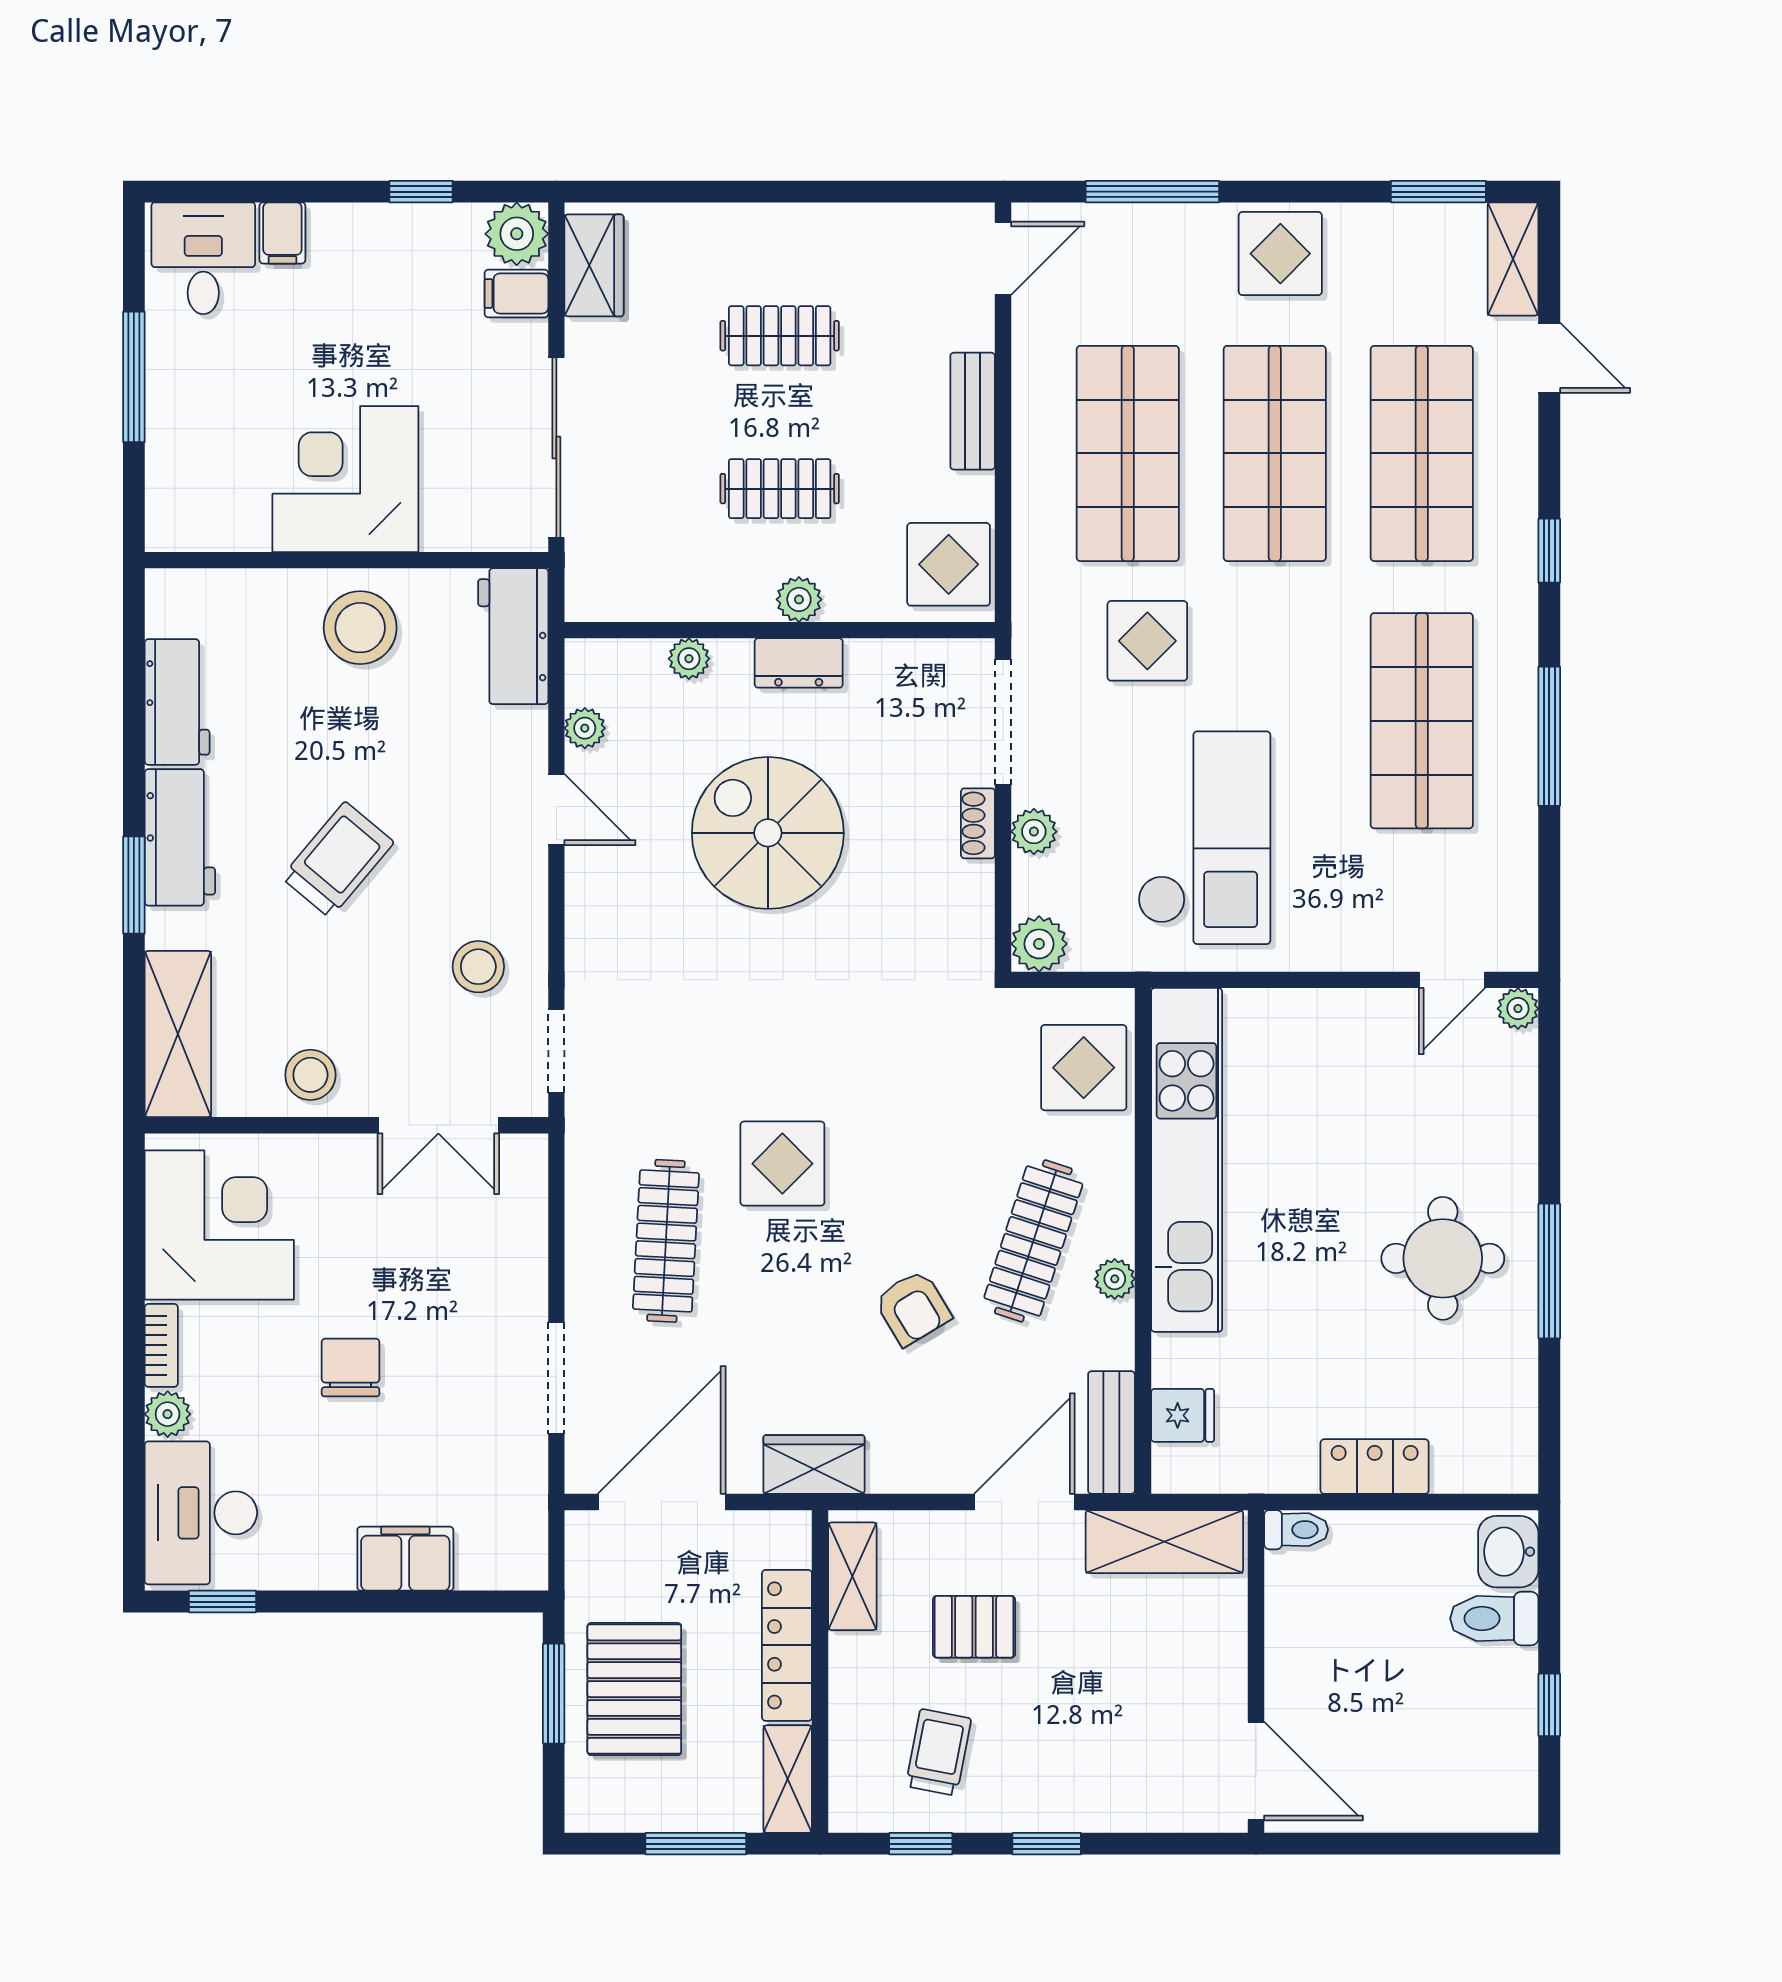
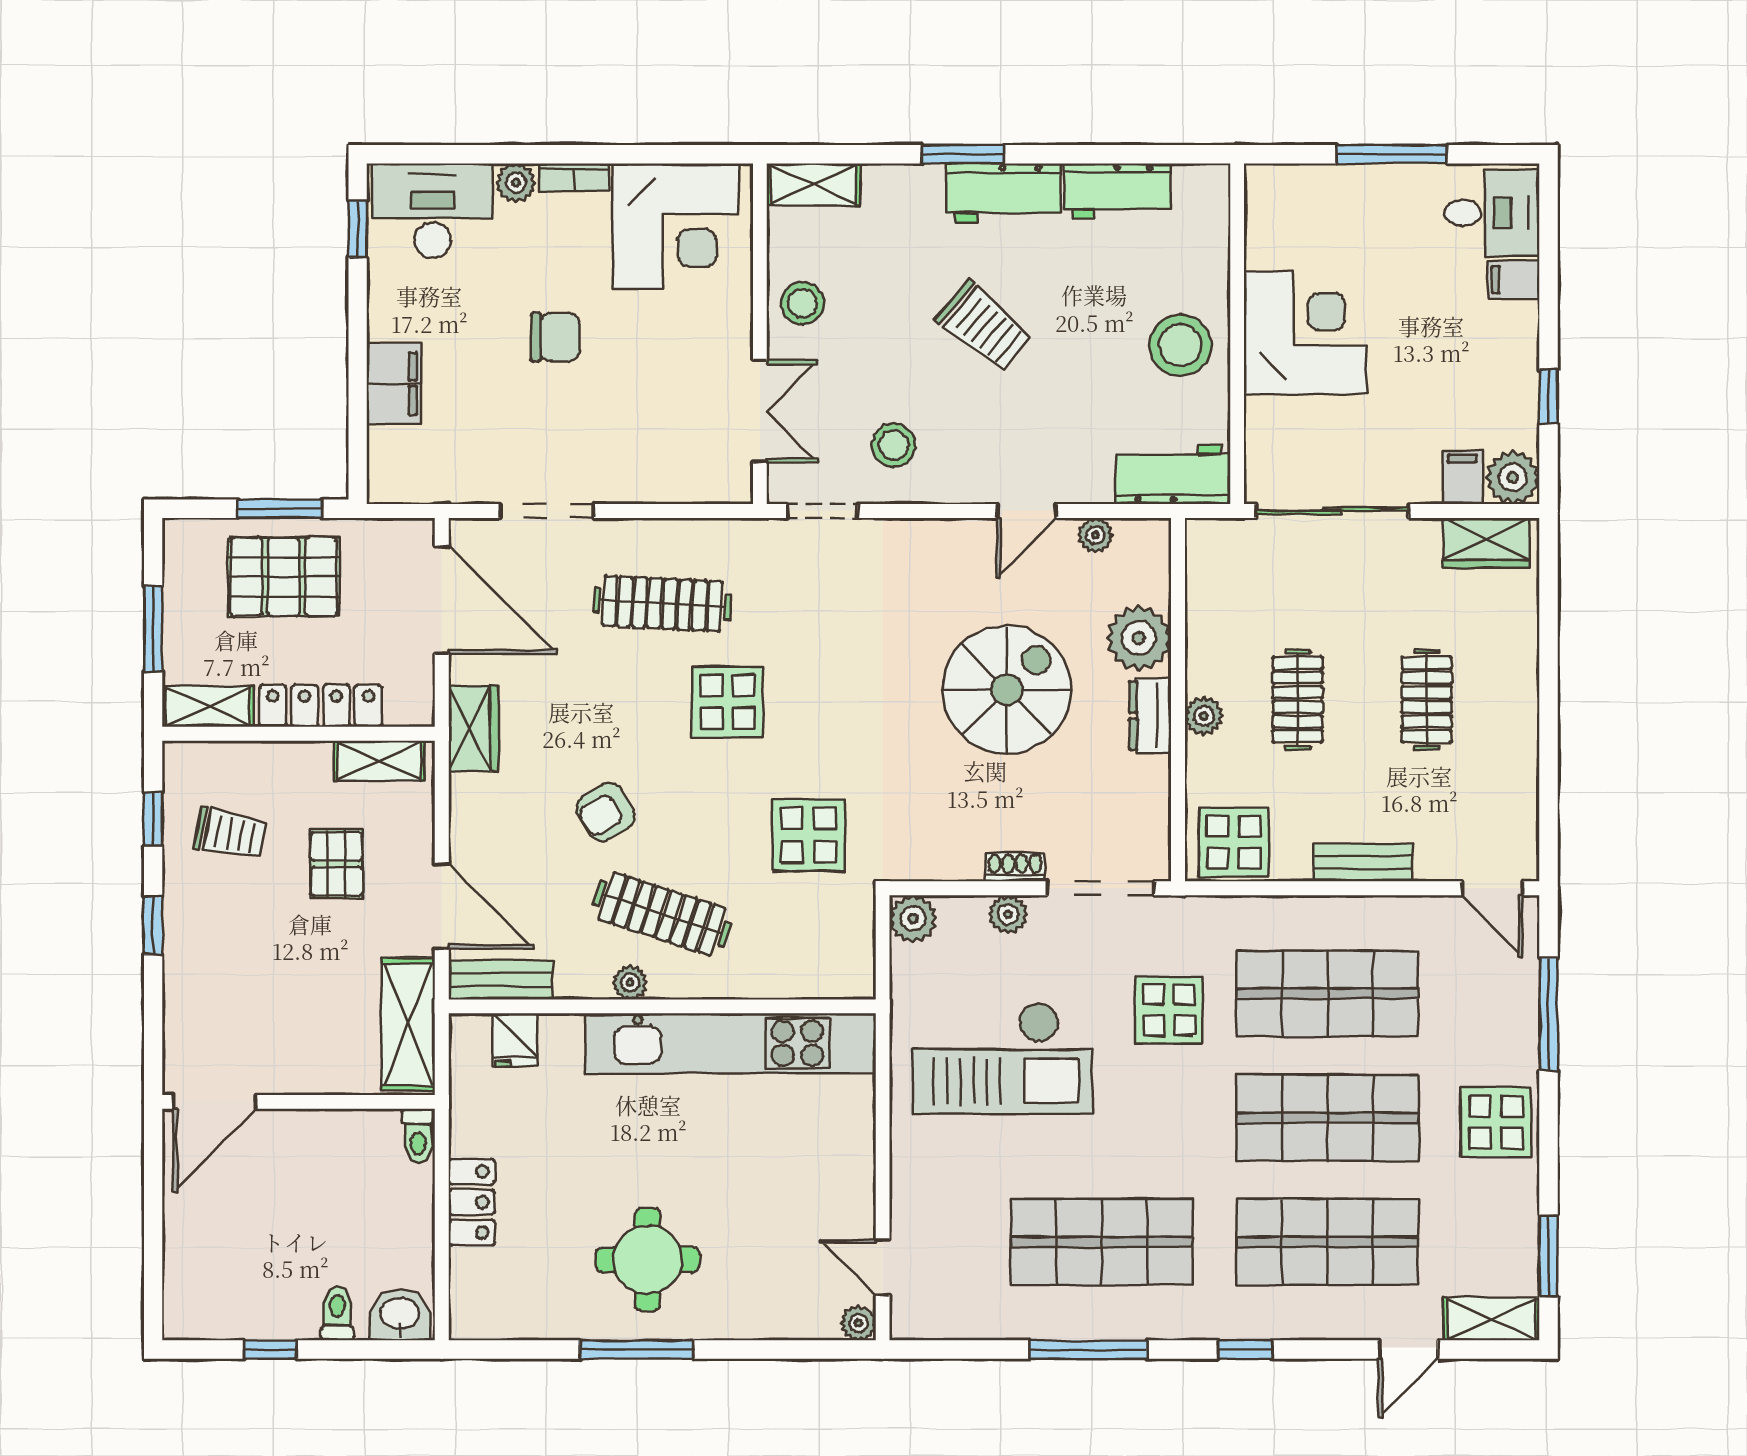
plant: (689, 659) -> (1139, 638), width x1.87, depth x1.87
shelving: (178, 1034) -> (814, 184), width x0.67, depth x0.75
display table: (1084, 1068) -> (809, 835), moved
double door: (438, 1125) -> (760, 411), swing flipped
toilet: (1494, 1619) -> (337, 1314), width x0.73, depth x0.72

